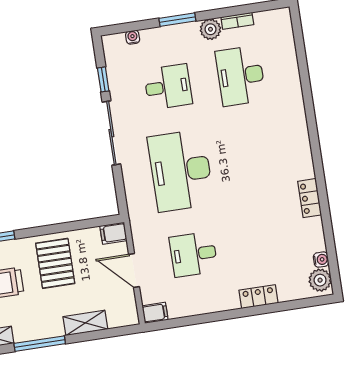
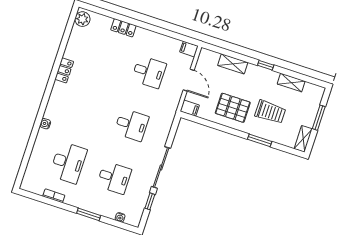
plant: (210, 29) -> (72, 199), removed
desk: (168, 87) -> (114, 178), turned 180
desk: (181, 171) -> (131, 125), width x0.53, depth x0.77
water cooler: (321, 260) -> (45, 124), moved
pallet: (55, 263) -> (233, 108), turned 90
window: (40, 344) -> (266, 65), width x0.46

